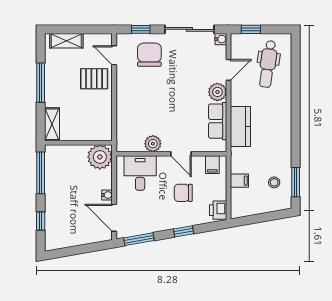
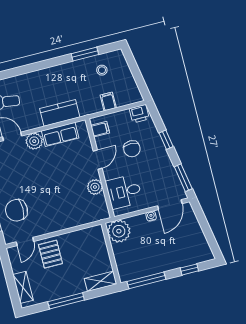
window: (296, 182) -> (85, 54), moved

